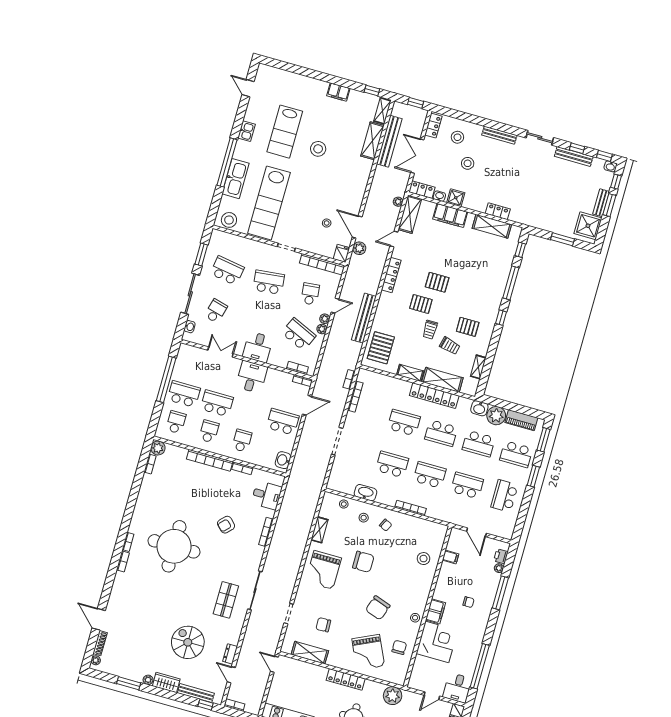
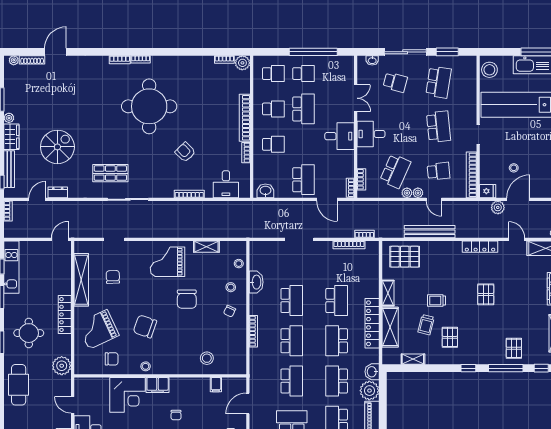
pallet: (421, 304) -> (514, 348), moved
school desk: (184, 394) -> (304, 74), width x0.54
shelving: (310, 653) -> (81, 280), width x1.47

